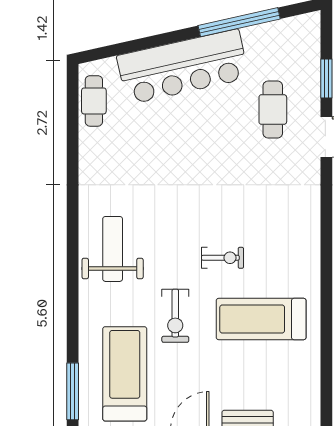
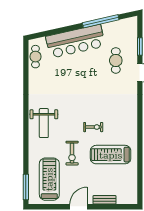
weight bench: (113, 249) -> (44, 123), turned 180

